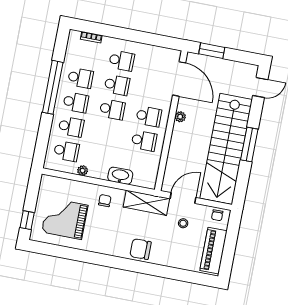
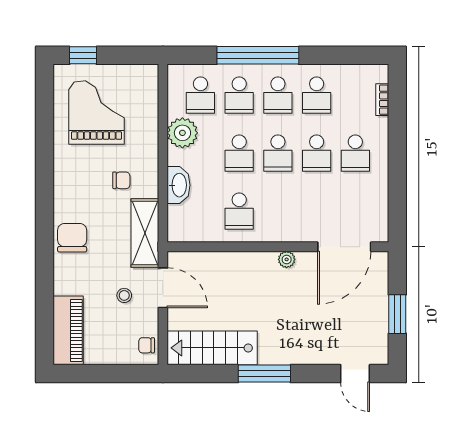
window: (212, 51) -> (397, 314), moved
window: (53, 87) -> (258, 55), moved
school desk: (149, 116) -> (239, 153), moved
stairs: (226, 149) -> (212, 348), width x0.54, depth x0.66
plant: (83, 171) -> (182, 133), width x1.88, depth x1.88
chair: (105, 201) -> (121, 180), moved
piano: (213, 251) -> (68, 330), moved, turned 90

